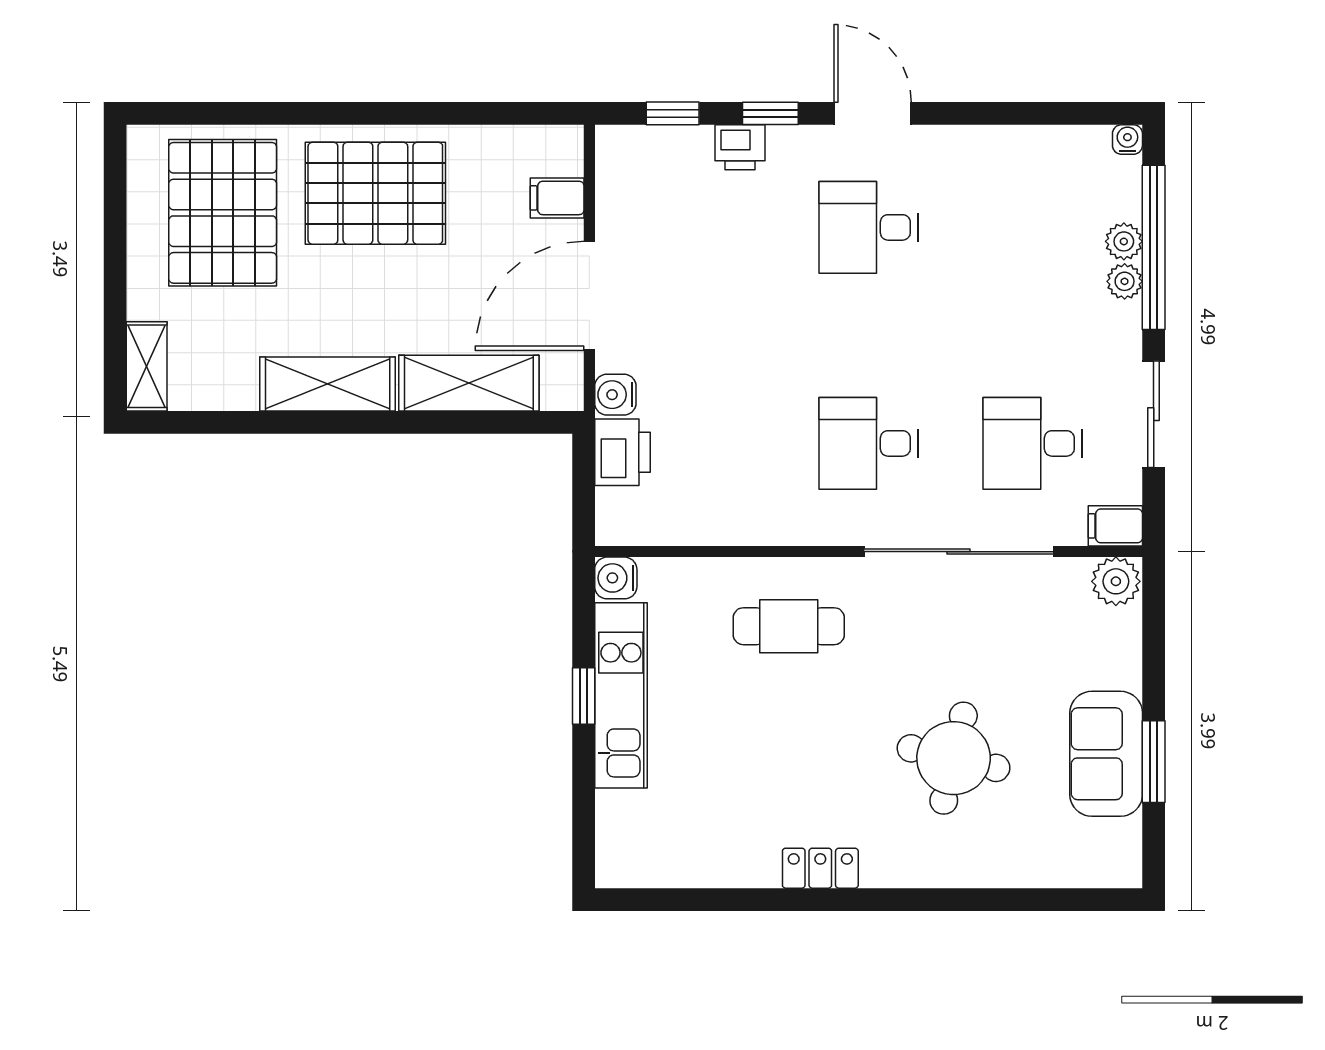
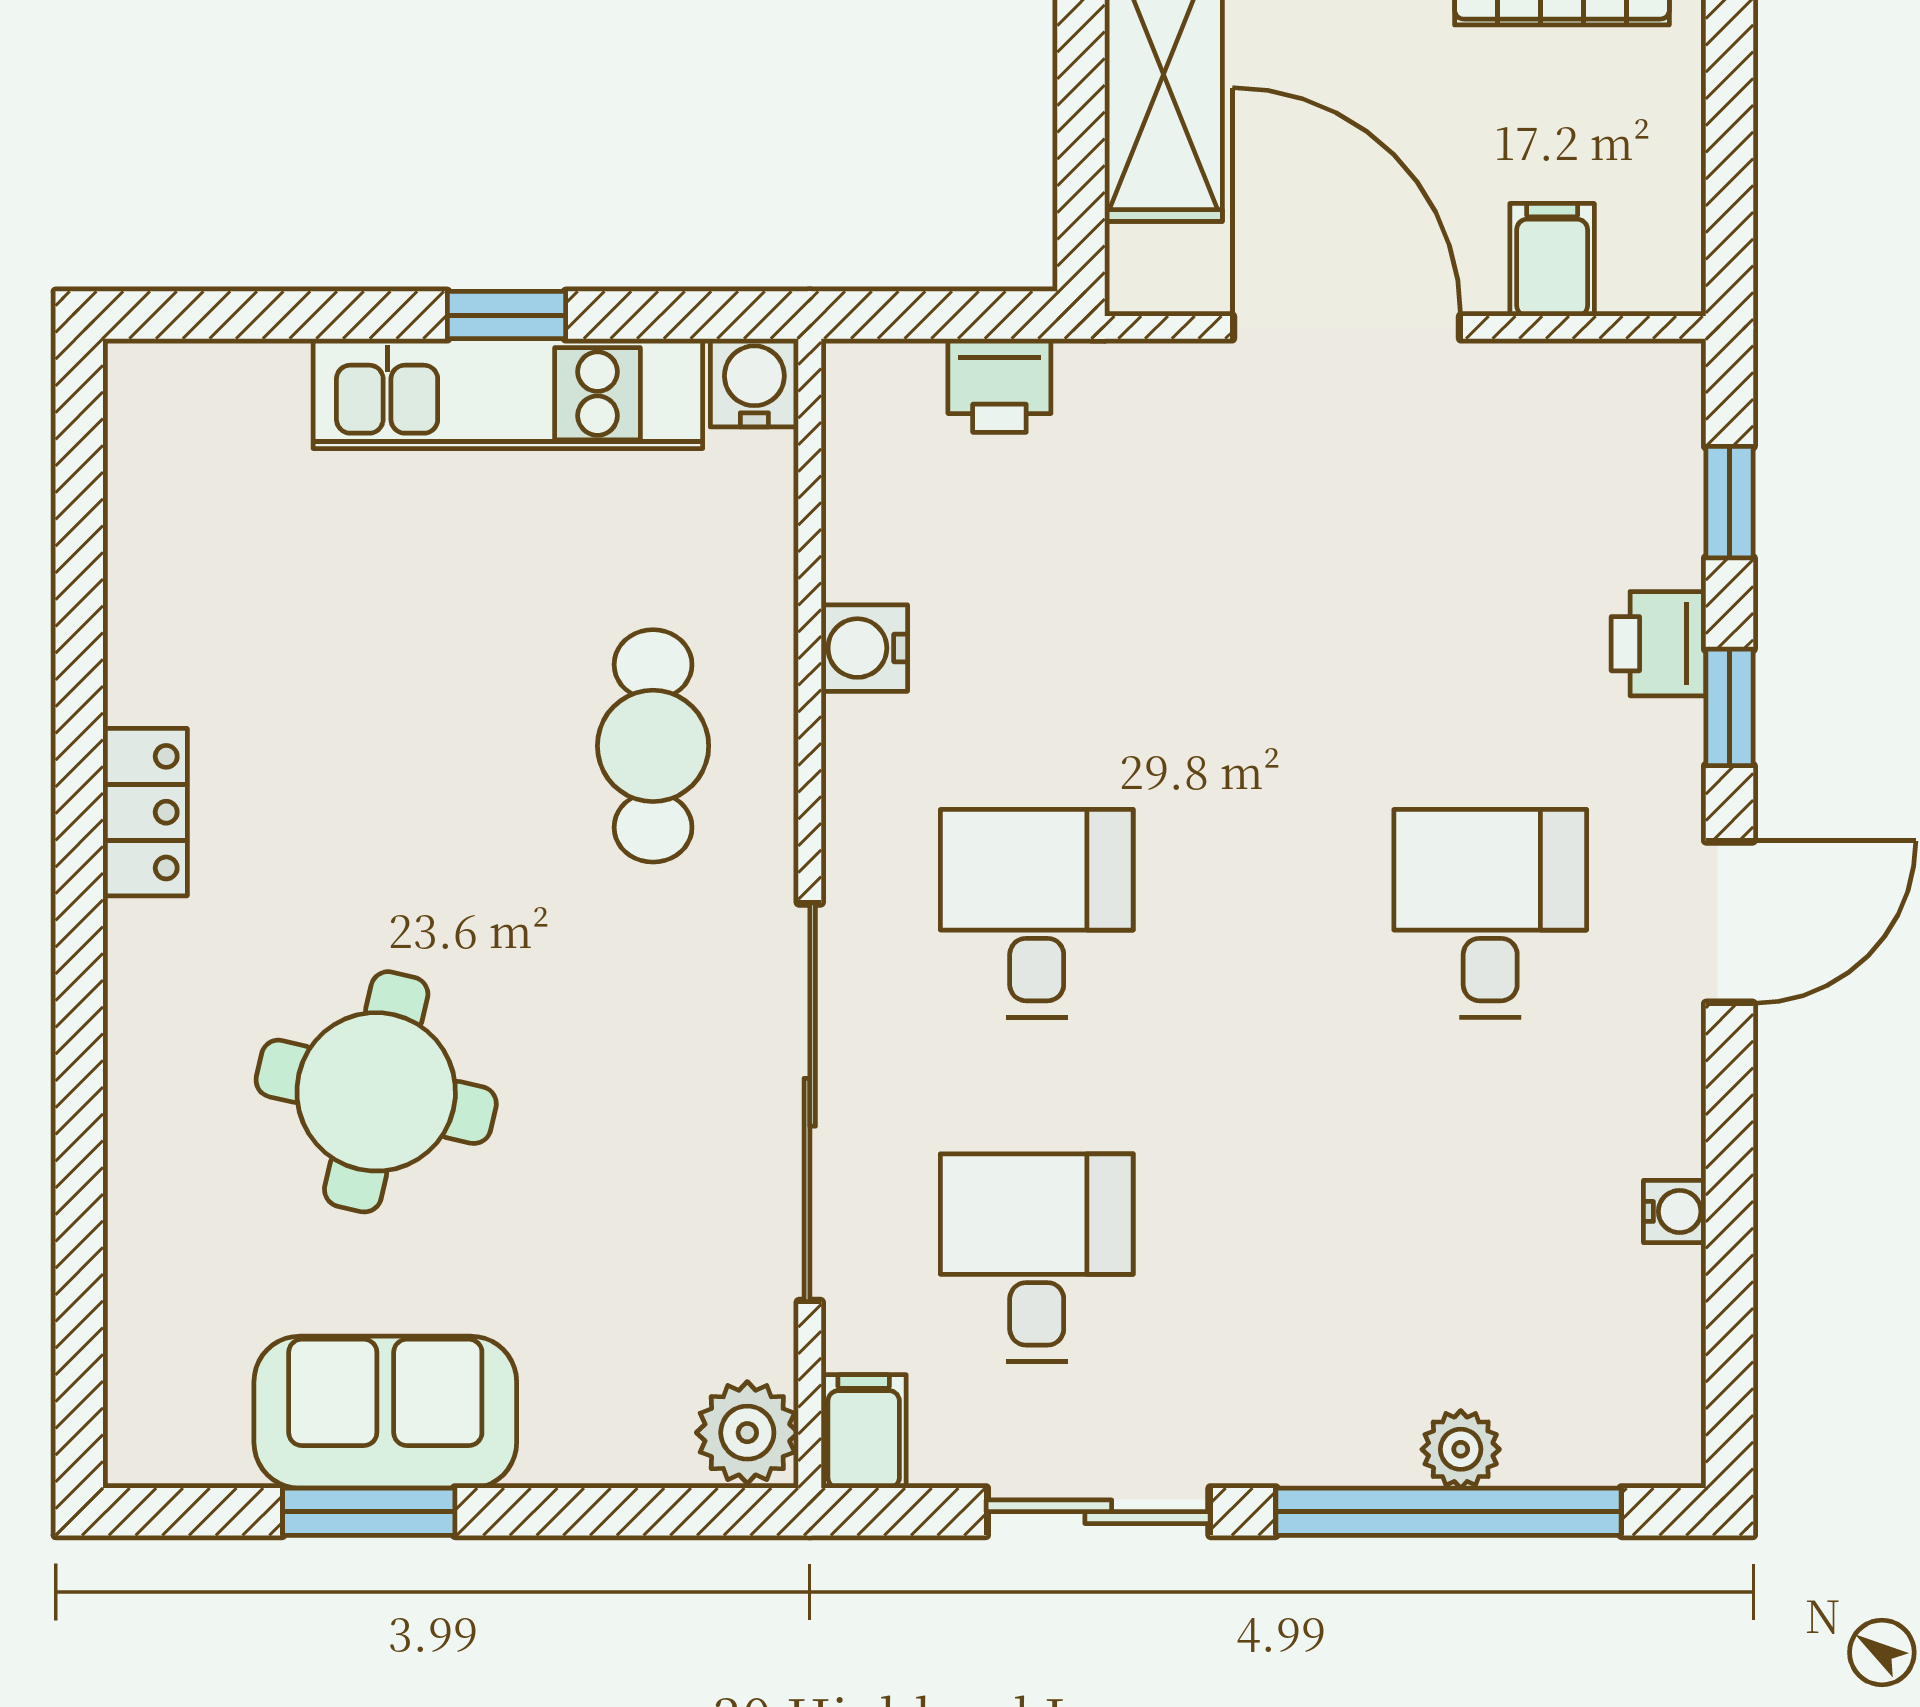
water cooler: (1127, 140) -> (1675, 1211), moved
plant: (1125, 281) -> (1377, 1451), removed
water cooler: (615, 395) -> (864, 648), moved, turned -90
printer: (622, 452) -> (999, 386), width x0.73, depth x0.81

